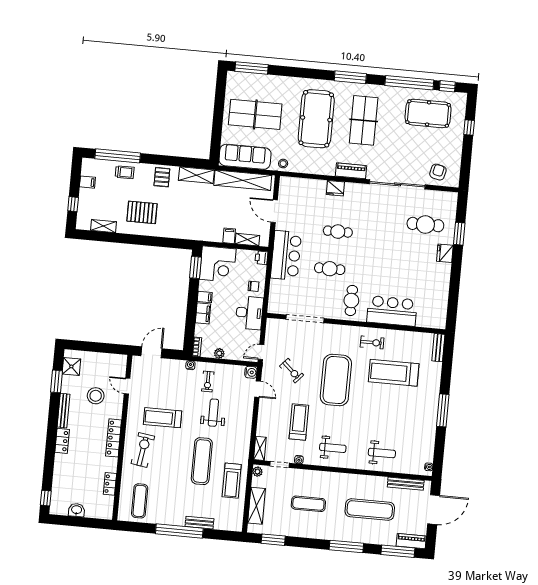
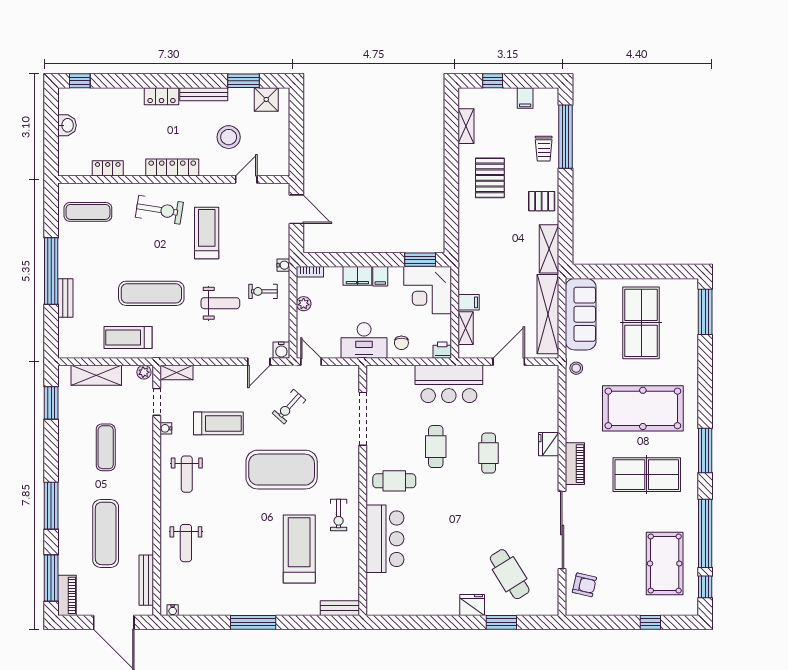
cafe table: (425, 225) -> (510, 574), turned -32

